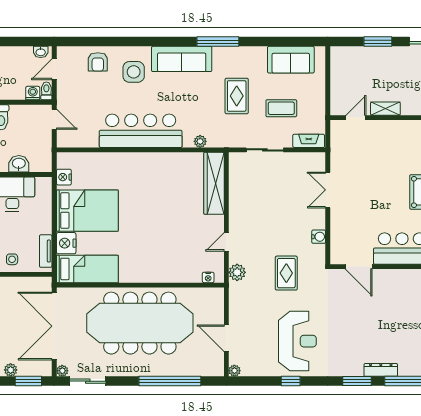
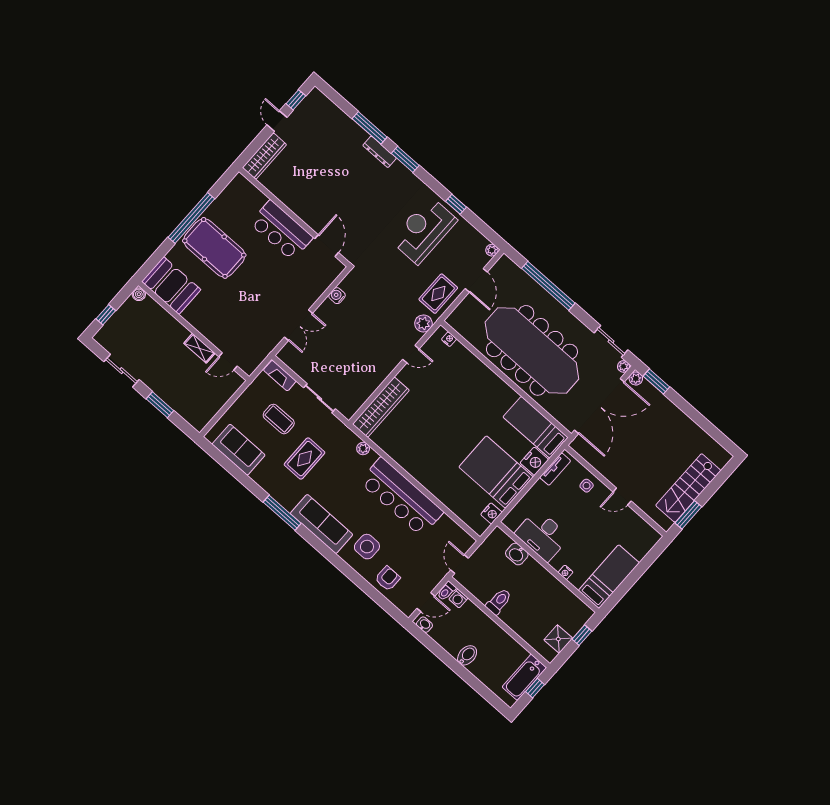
rug: (286, 273) -> (438, 294), moved
plant: (11, 370) -> (636, 378), moved

